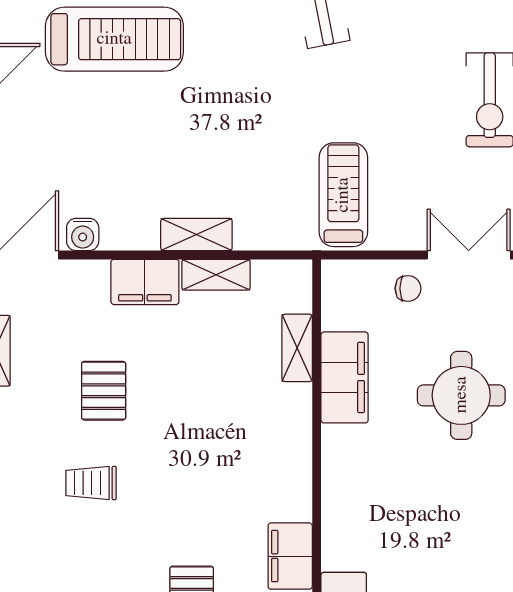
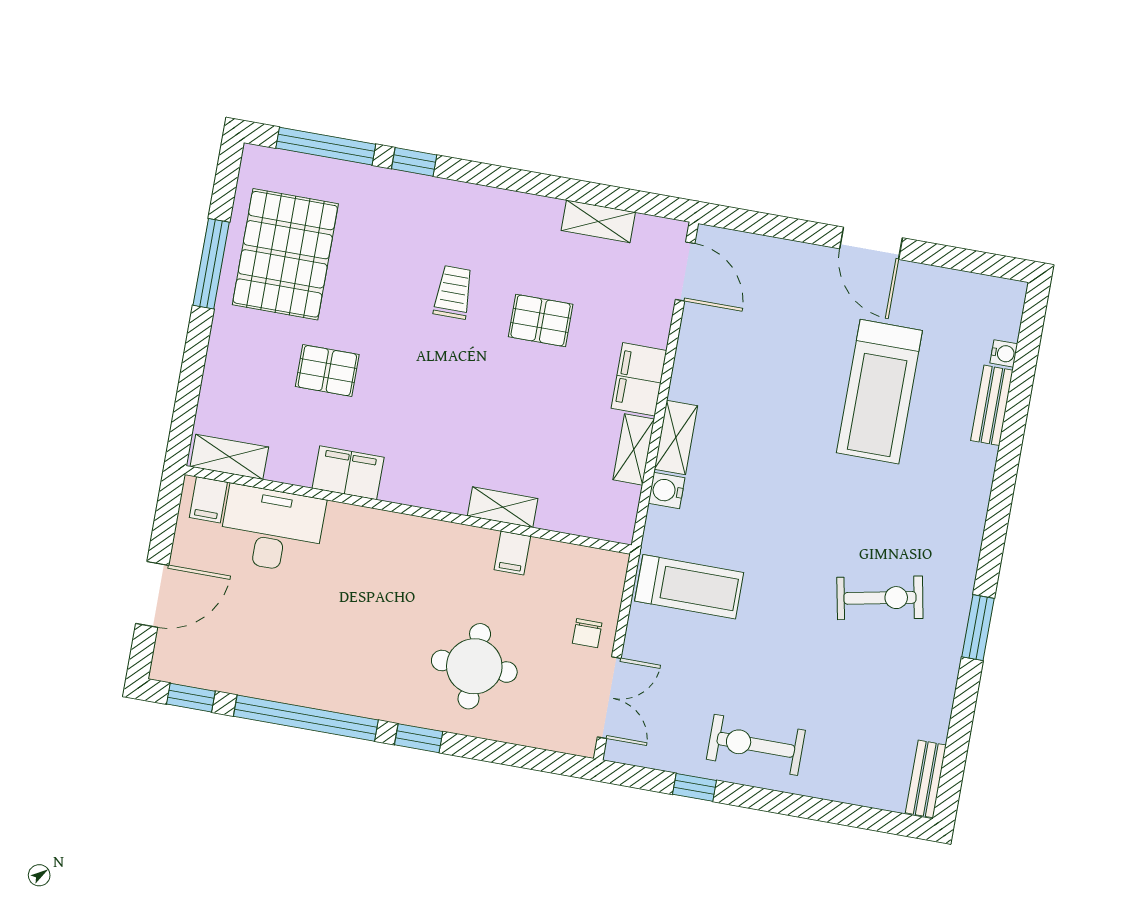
water cooler: (83, 234) -> (667, 491), moved
shelving: (297, 348) -> (503, 507), moved
filing cabinet: (345, 377) -> (512, 553), width x0.33, depth x0.86

